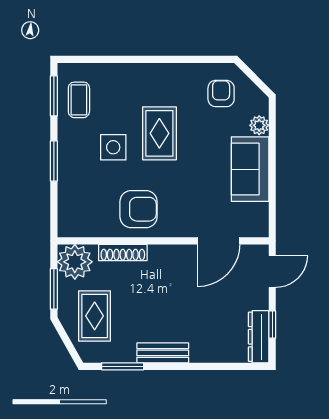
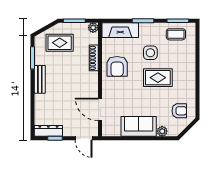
fireplace: (71, 203) -> (120, 30), added
plant: (75, 262) -> (93, 28), width x0.53, depth x0.53

